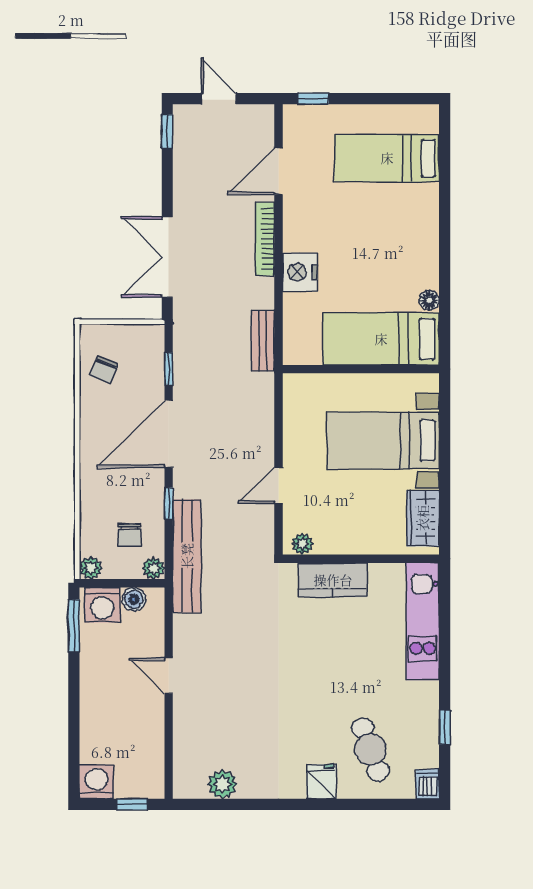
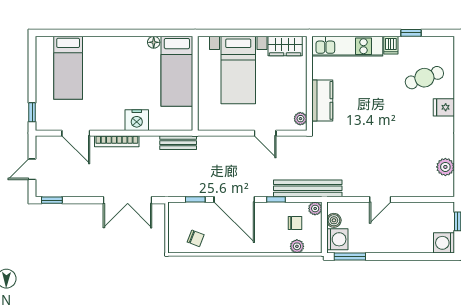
plant: (91, 568) -> (297, 246), moved
dishwasher: (428, 784) -> (391, 45), moved, turned -90

